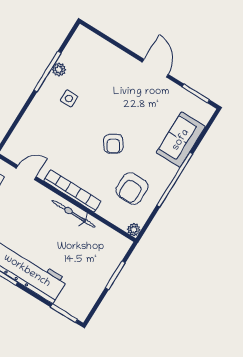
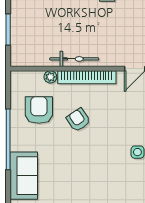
armchair: (113, 144) -> (78, 120), moved
plant: (134, 230) -> (50, 77), moved

